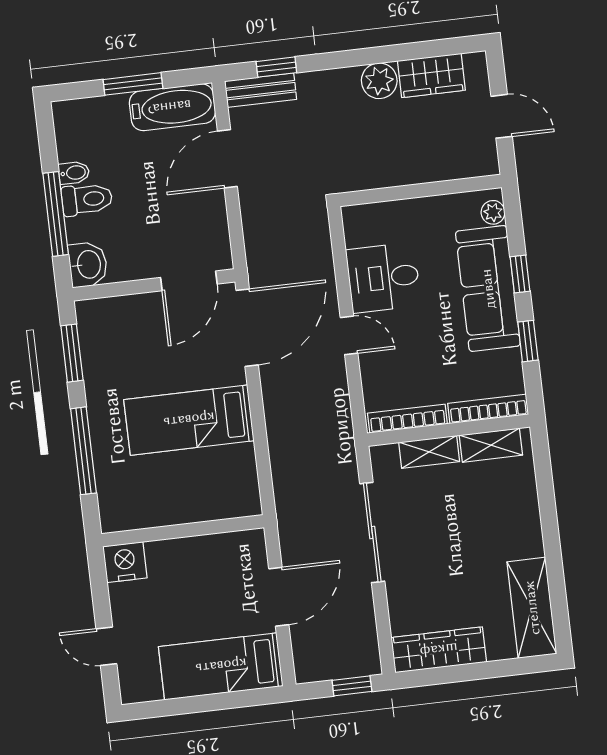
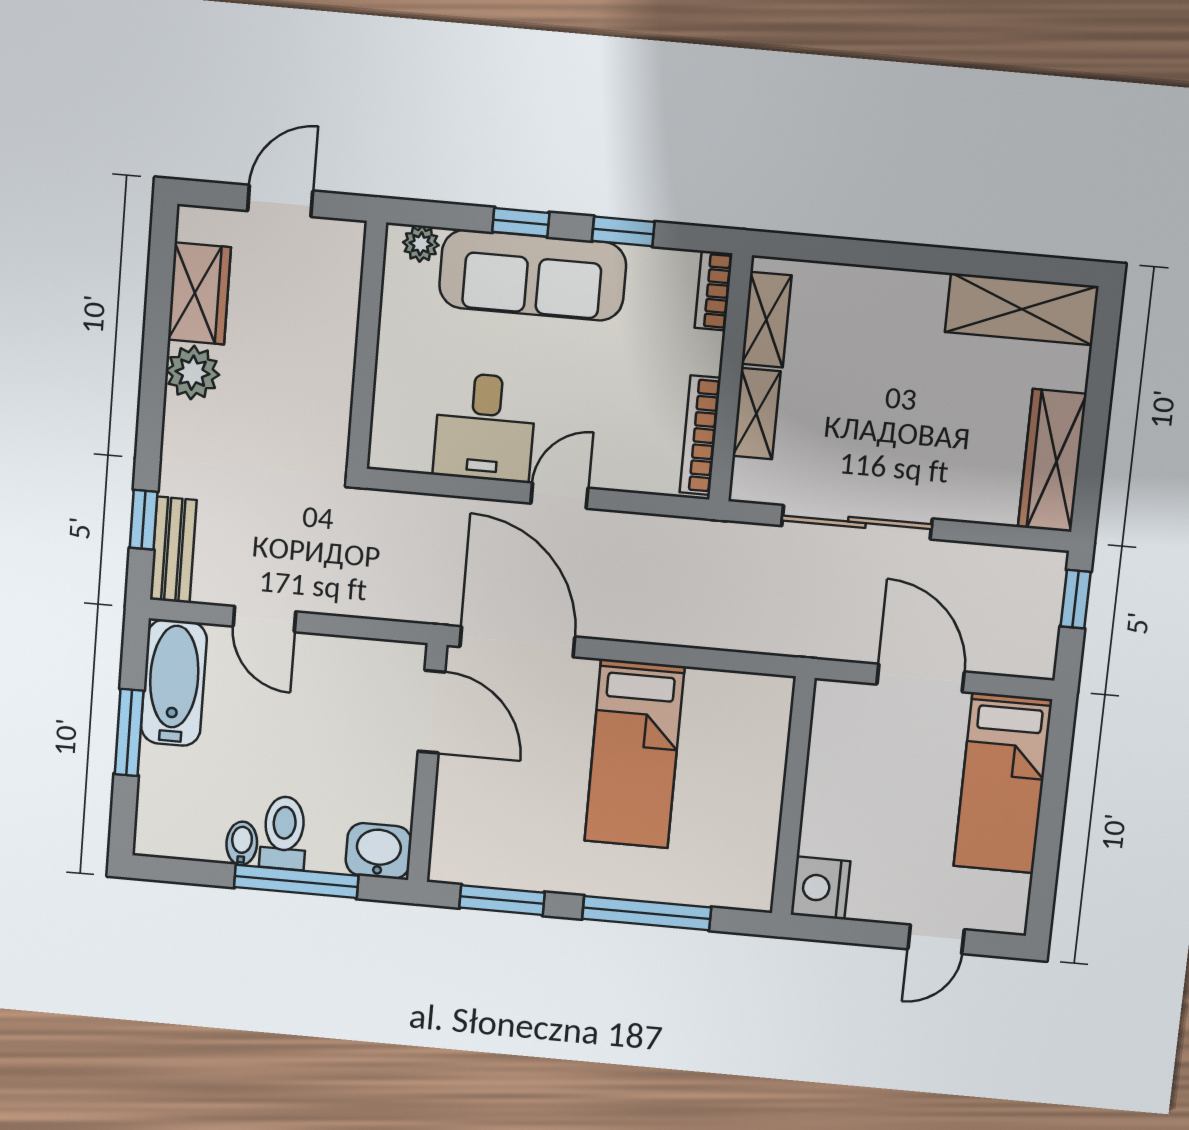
door: (227, 159) -> (264, 619), width x0.73
bookcase: (488, 409) -> (714, 291), width x0.64

